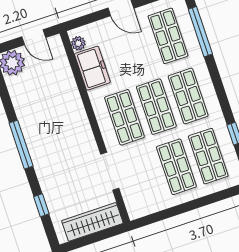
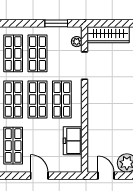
plant: (78, 43) -> (77, 42), moved
window: (165, 214) -> (56, 23), added

